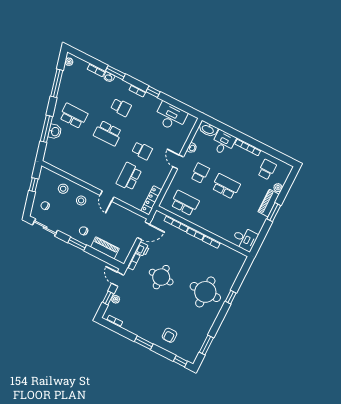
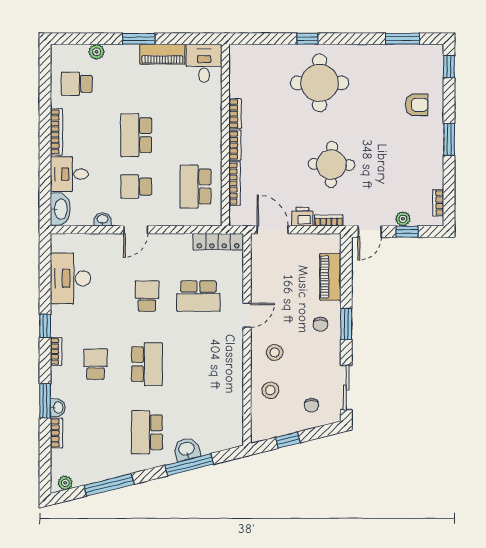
piano: (269, 203) -> (162, 54), moved

